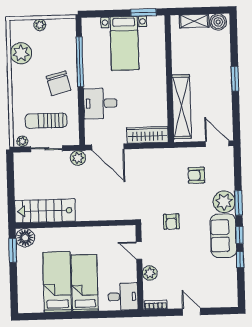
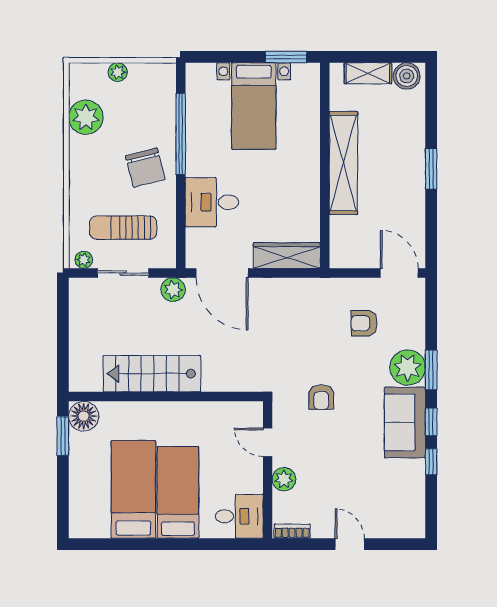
shelving: (182, 107) -> (343, 163), moved
stairs: (45, 211) -> (152, 374), moved

